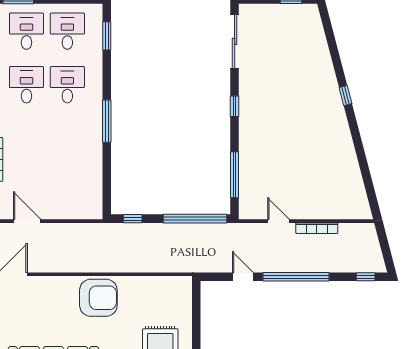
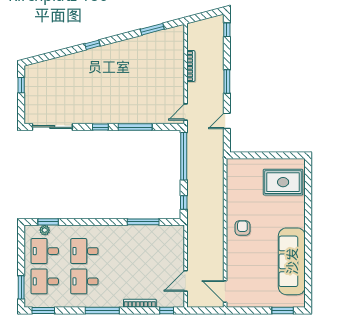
plant: (96, 31) -> (45, 230), added
window: (107, 121) -> (143, 222), moved
window: (235, 175) -> (135, 127), moved
window: (366, 176) -> (152, 29), added
door: (278, 221) -> (186, 112), moved
window: (296, 277) -> (227, 81), width x0.47
armchair: (98, 298) -> (242, 228), width x0.53, depth x0.53

